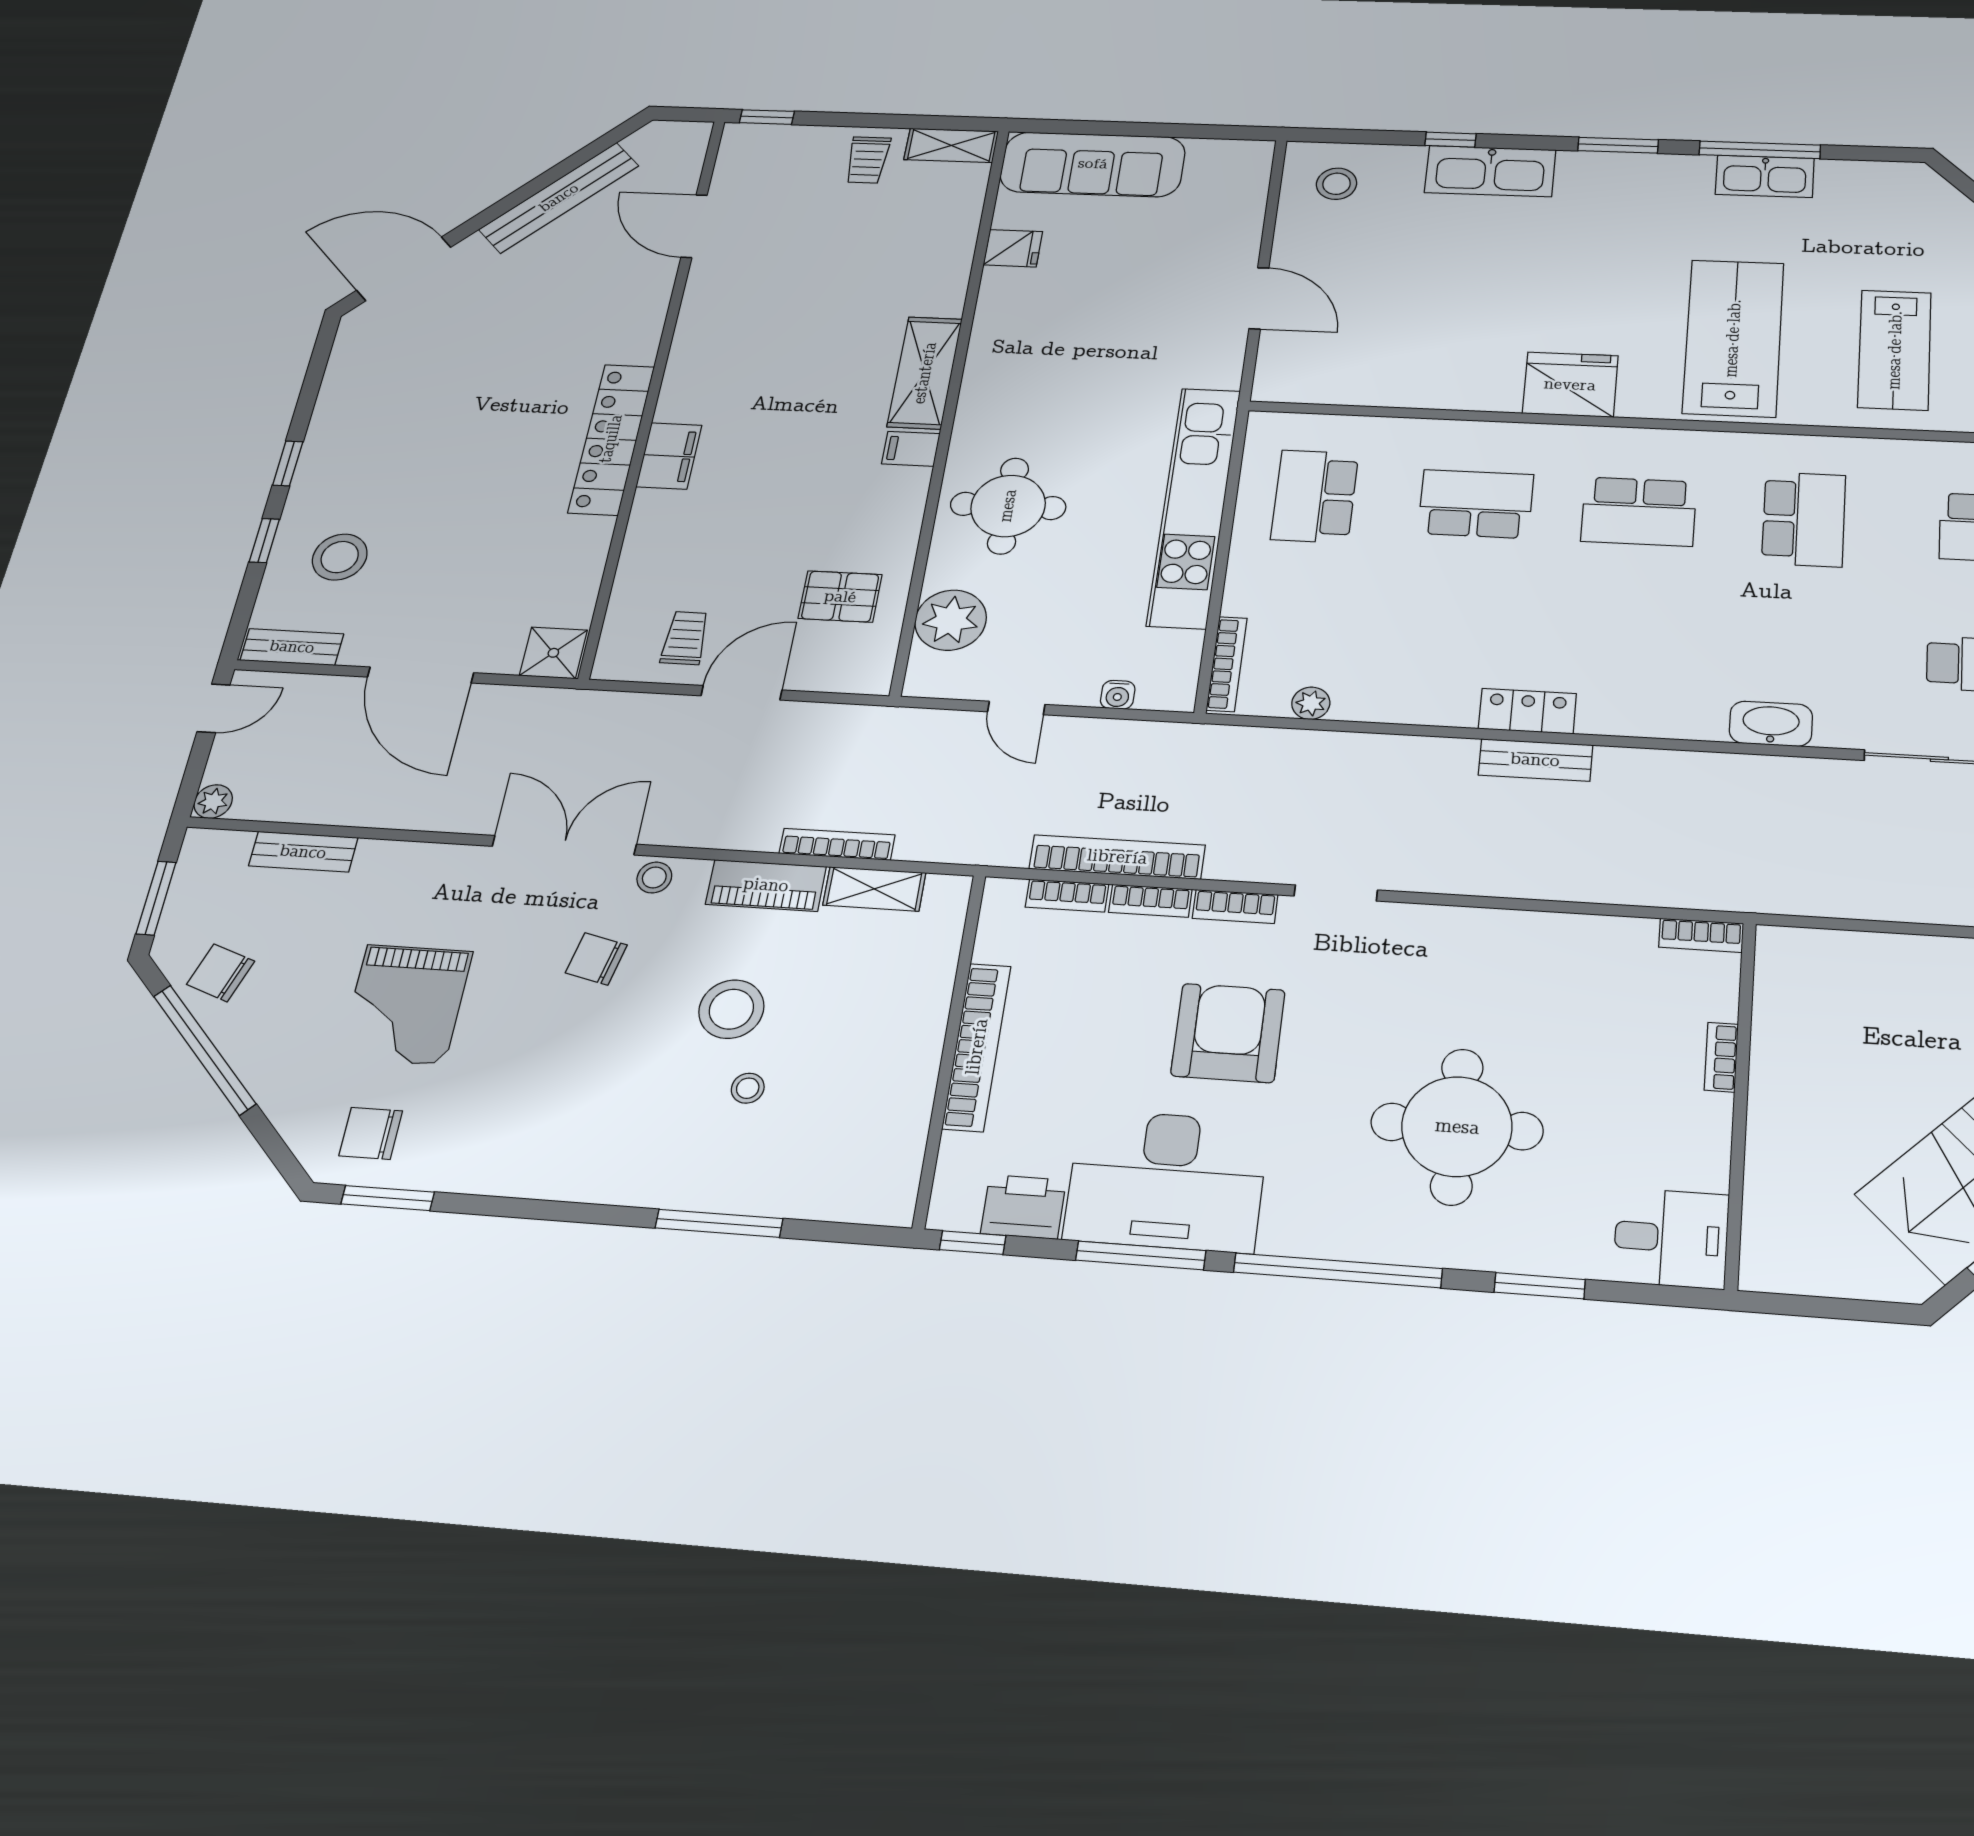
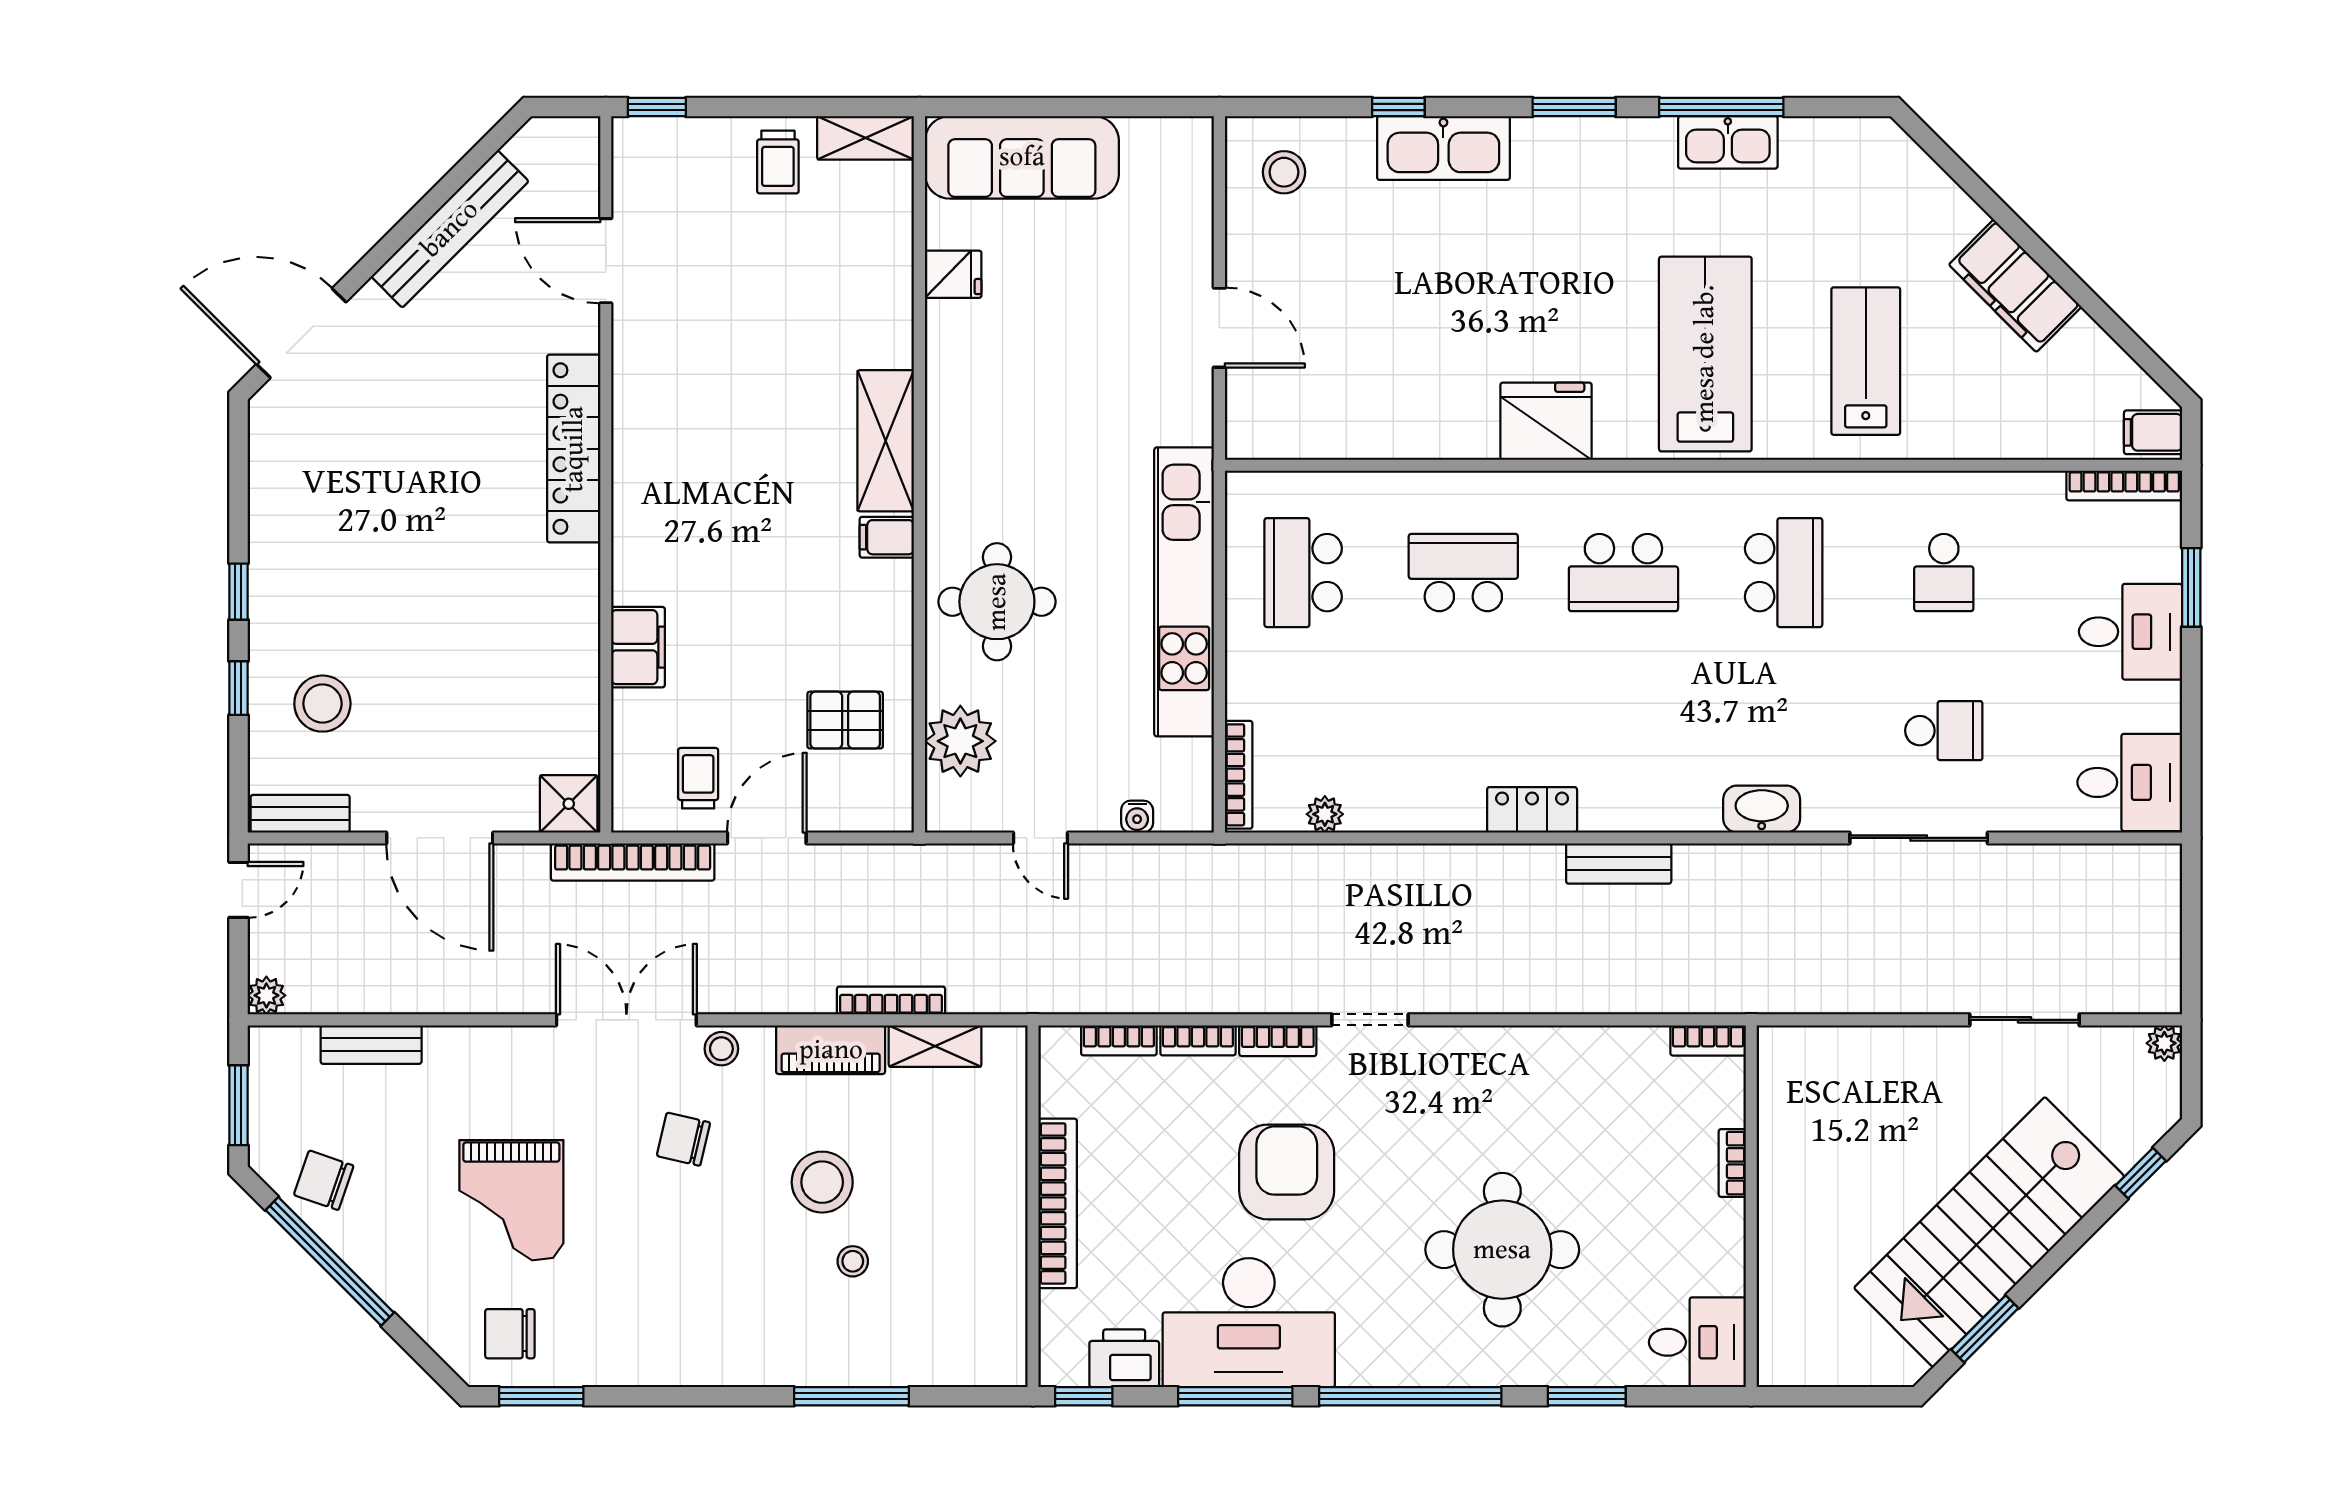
lab bench: (1895, 350) -> (1866, 361), turned 180
locker: (611, 439) -> (574, 449), moved
filing cabinet: (669, 456) -> (638, 647), moved
bench: (1535, 760) -> (1619, 864), moved
bookcase: (1117, 857) -> (633, 862), moved, turned 180

